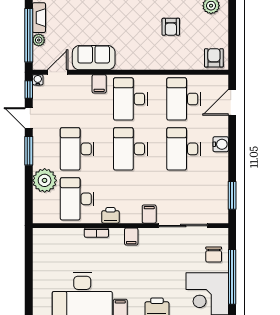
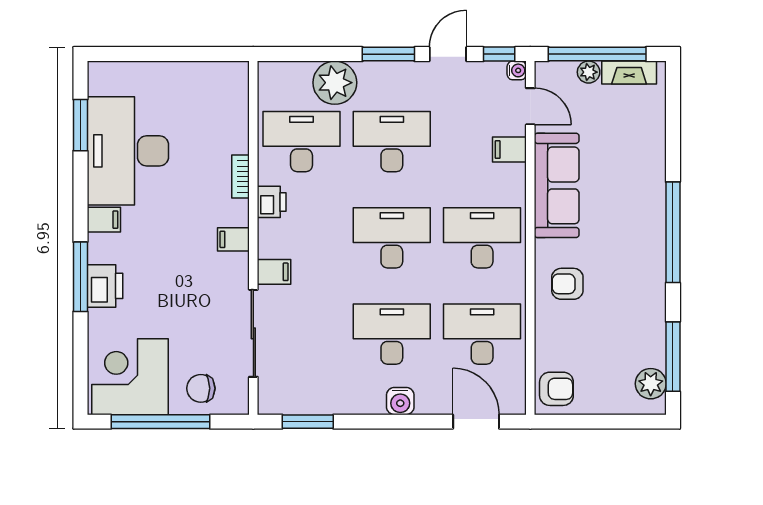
armchair: (171, 27) -> (567, 284), moved
sofa: (94, 58) -> (557, 185), width x1.36
filing cabinet: (99, 84) -> (509, 150), moved

